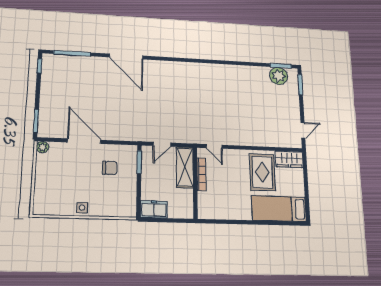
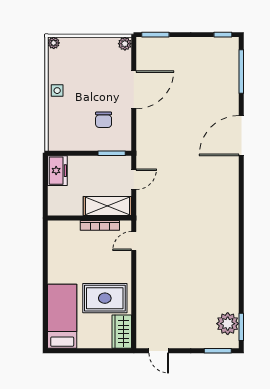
door: (162, 144) -> (134, 179), swing flipped
plant: (38, 210) -> (54, 43), added

